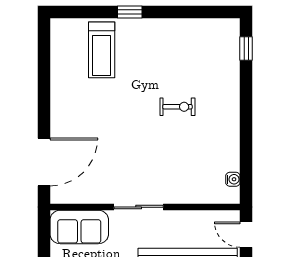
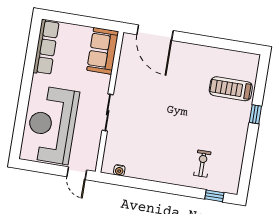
exercise bike: (177, 107) -> (202, 164), moved, turned 180
sliding door: (139, 207) -> (108, 113), moved
door: (246, 235) -> (77, 173), swing flipped

